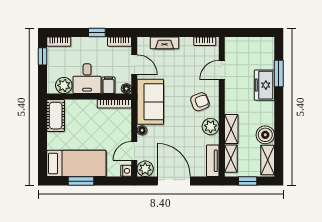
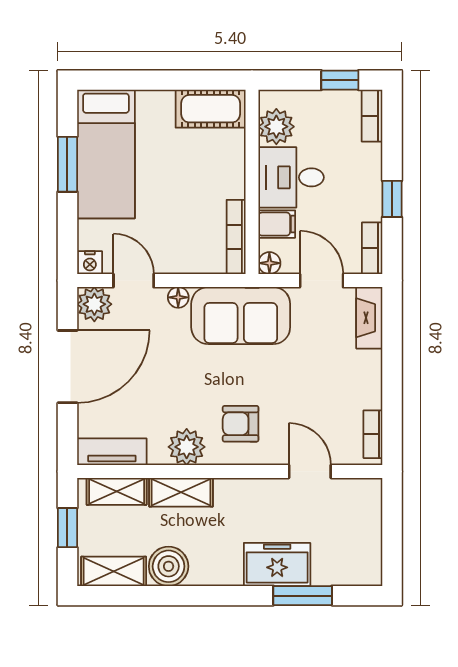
fireplace: (165, 43) -> (369, 318), moved
door: (134, 65) -> (322, 281), swing flipped
armchair: (200, 102) -> (241, 424), turned 111

